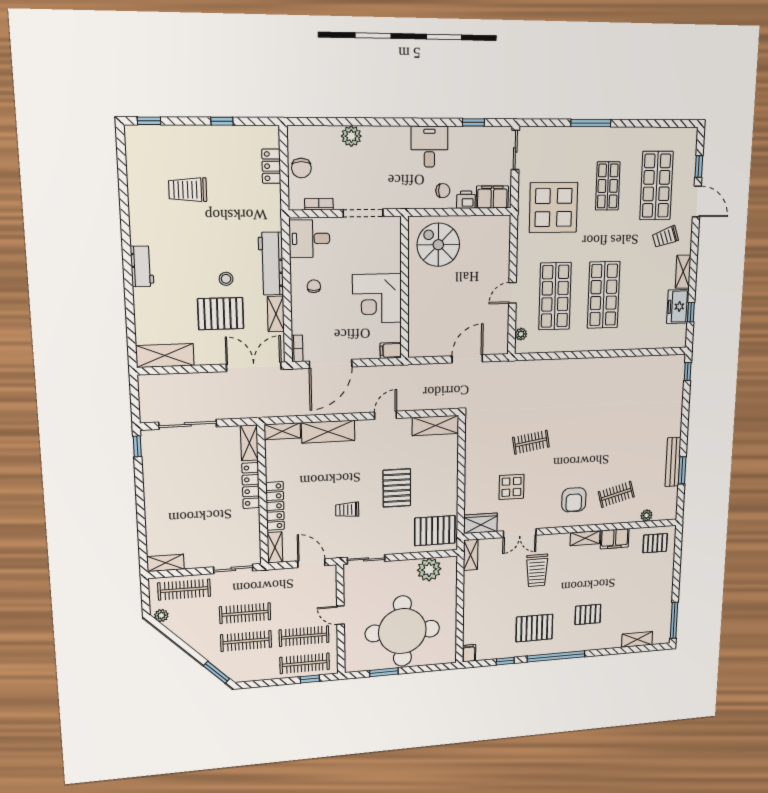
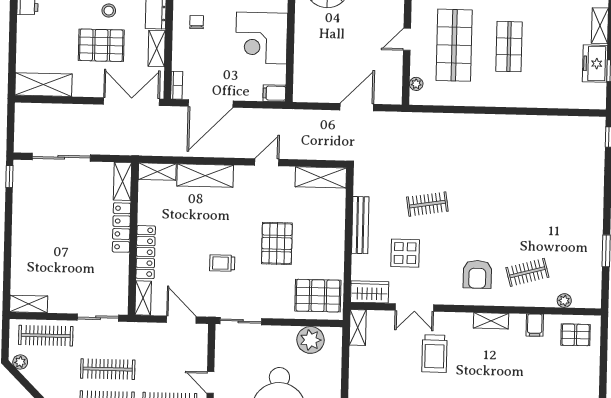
shop shelf: (604, 295) -> (509, 47), width x0.70, depth x0.74
bench: (673, 462) -> (360, 225), moved
filing cabinet: (615, 539) -> (535, 325), width x0.50

